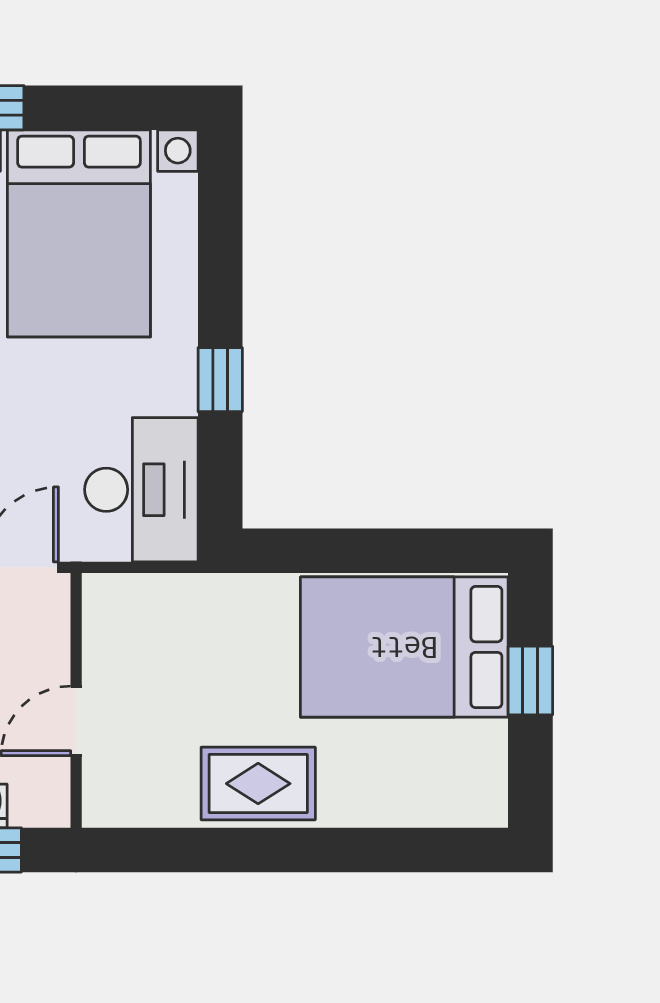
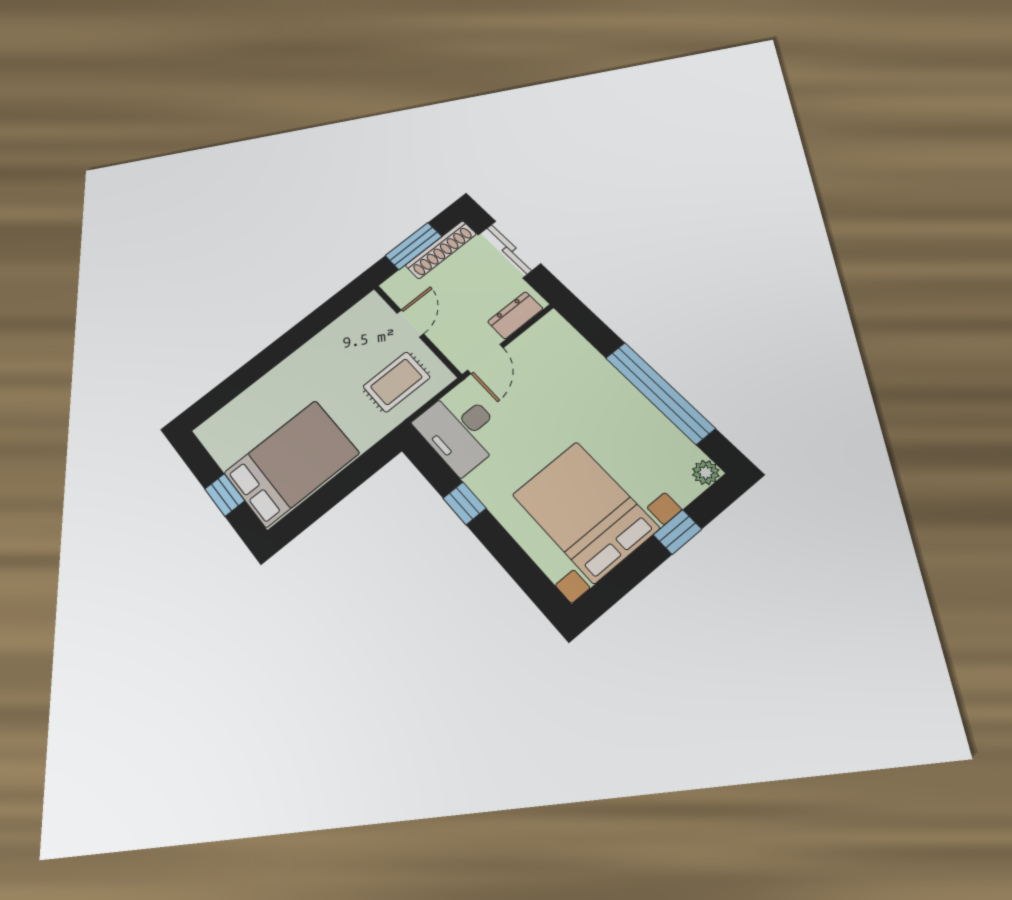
rug: (258, 784) -> (396, 382), moved

